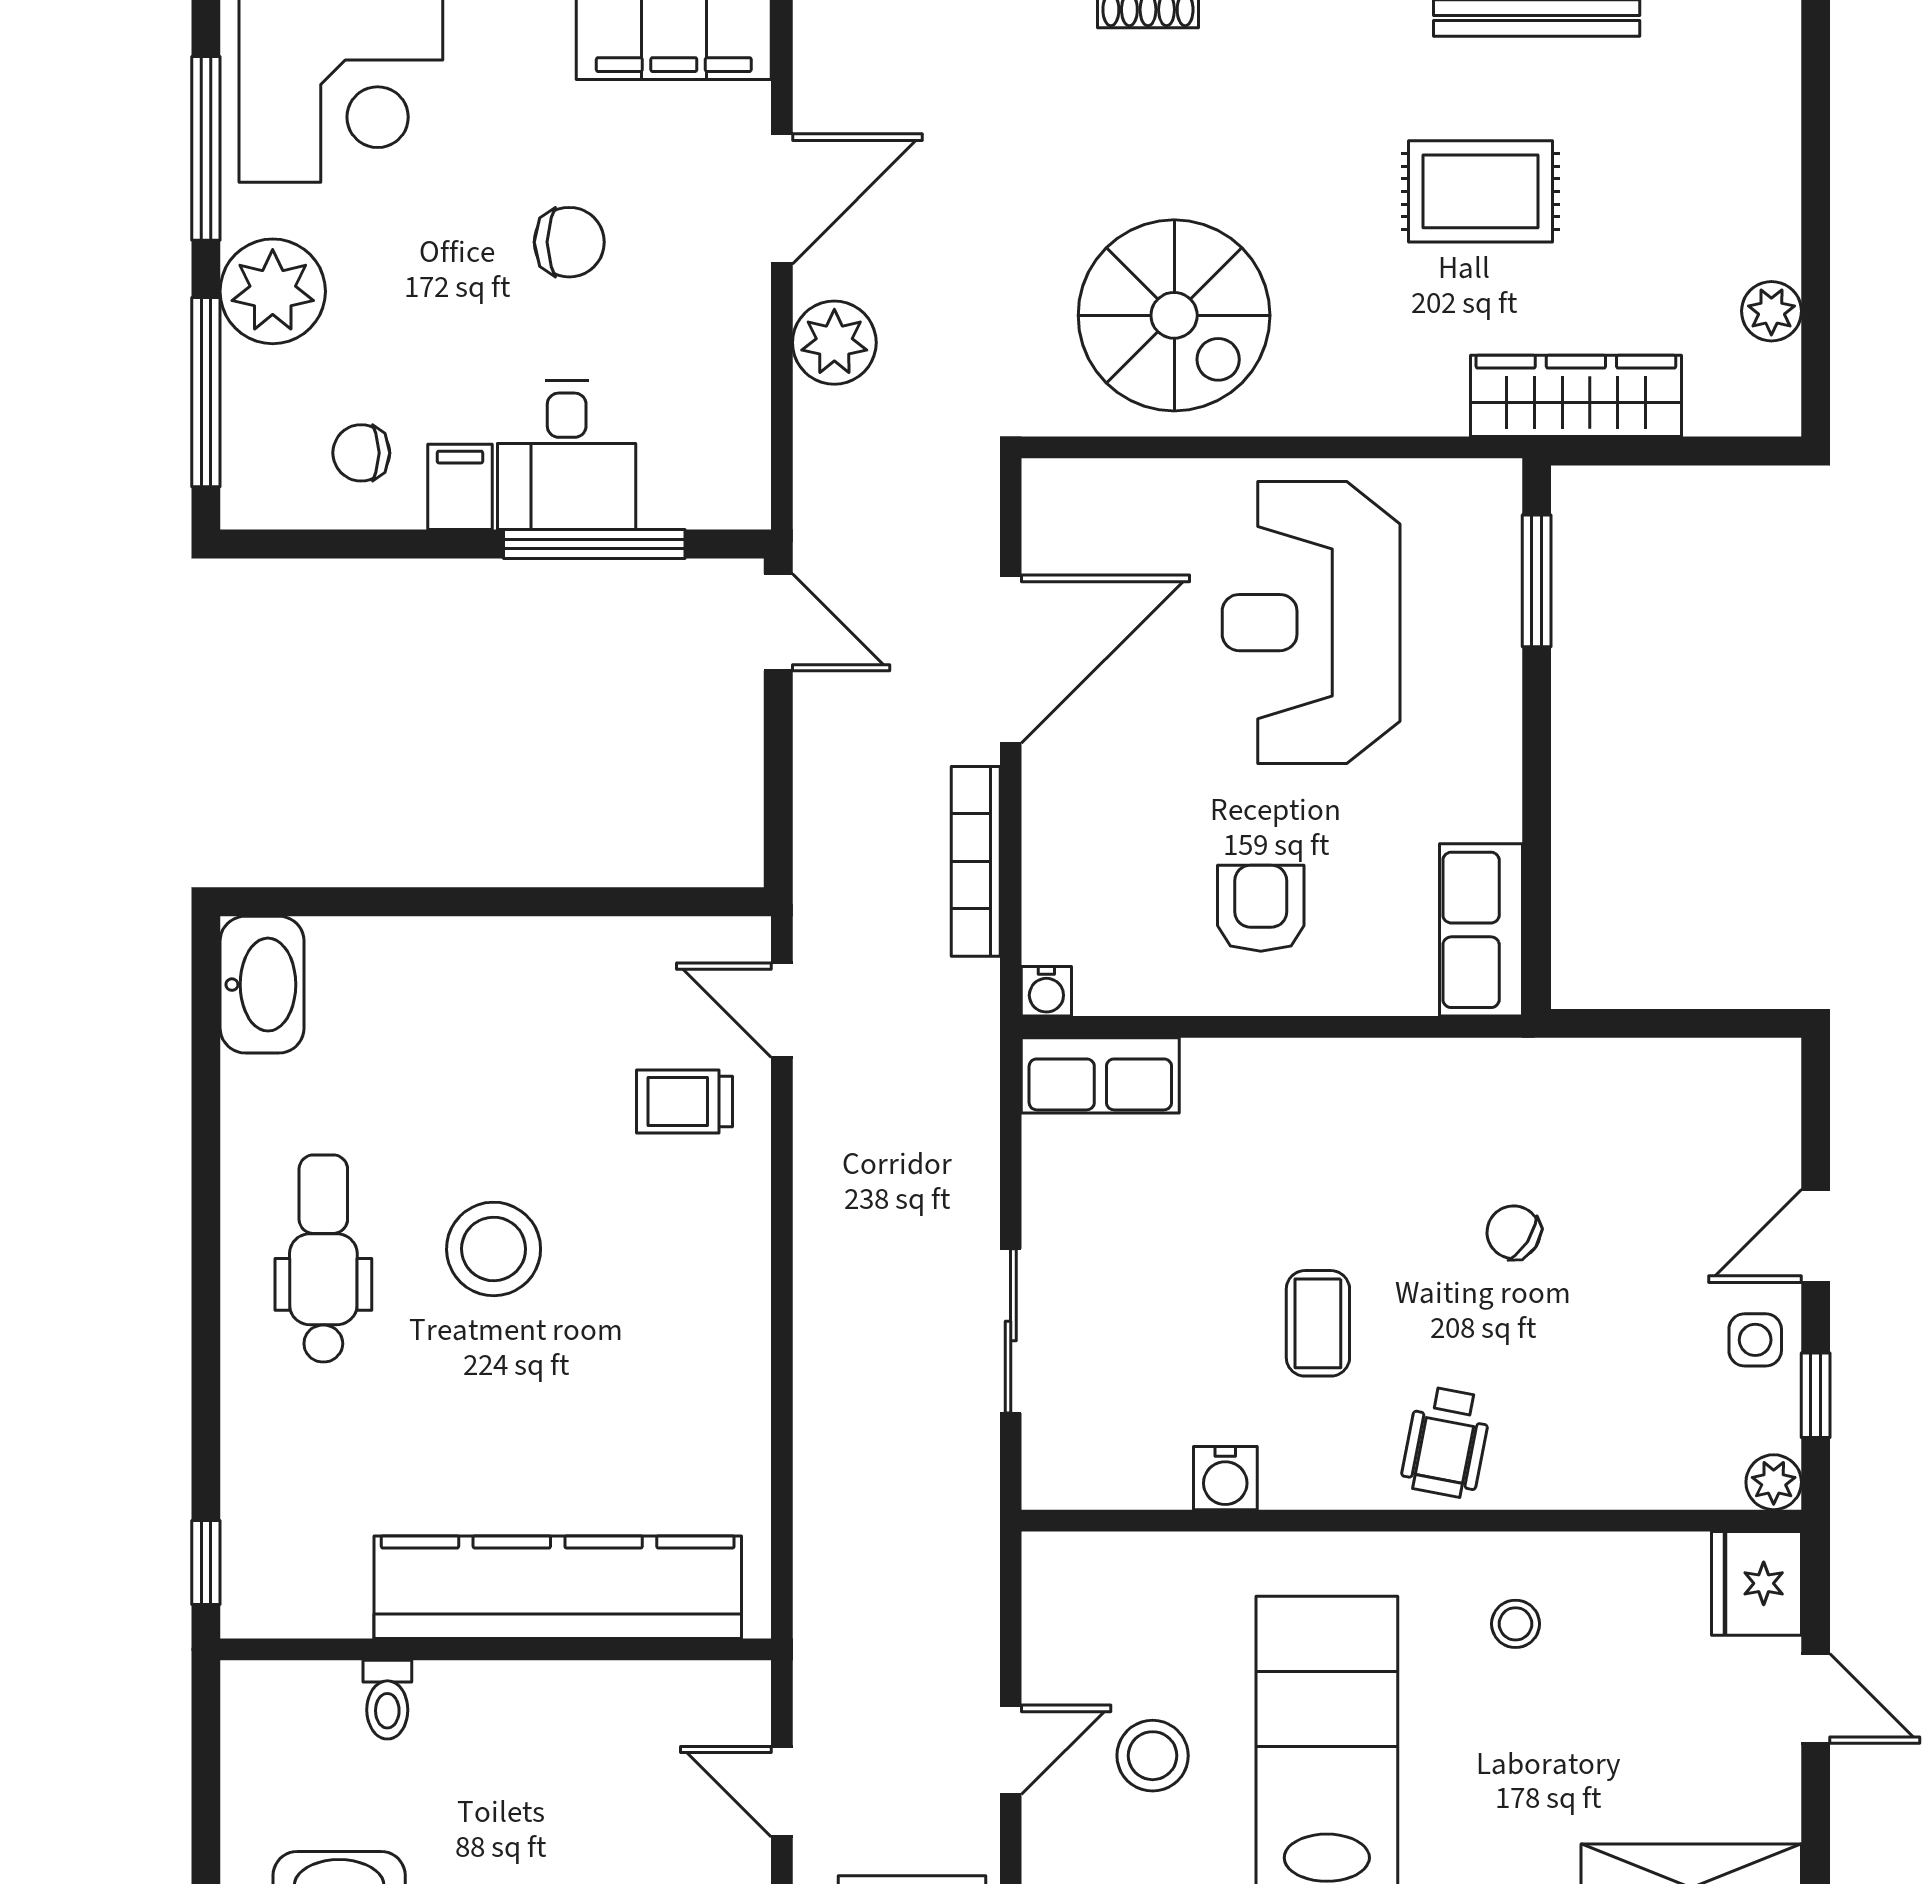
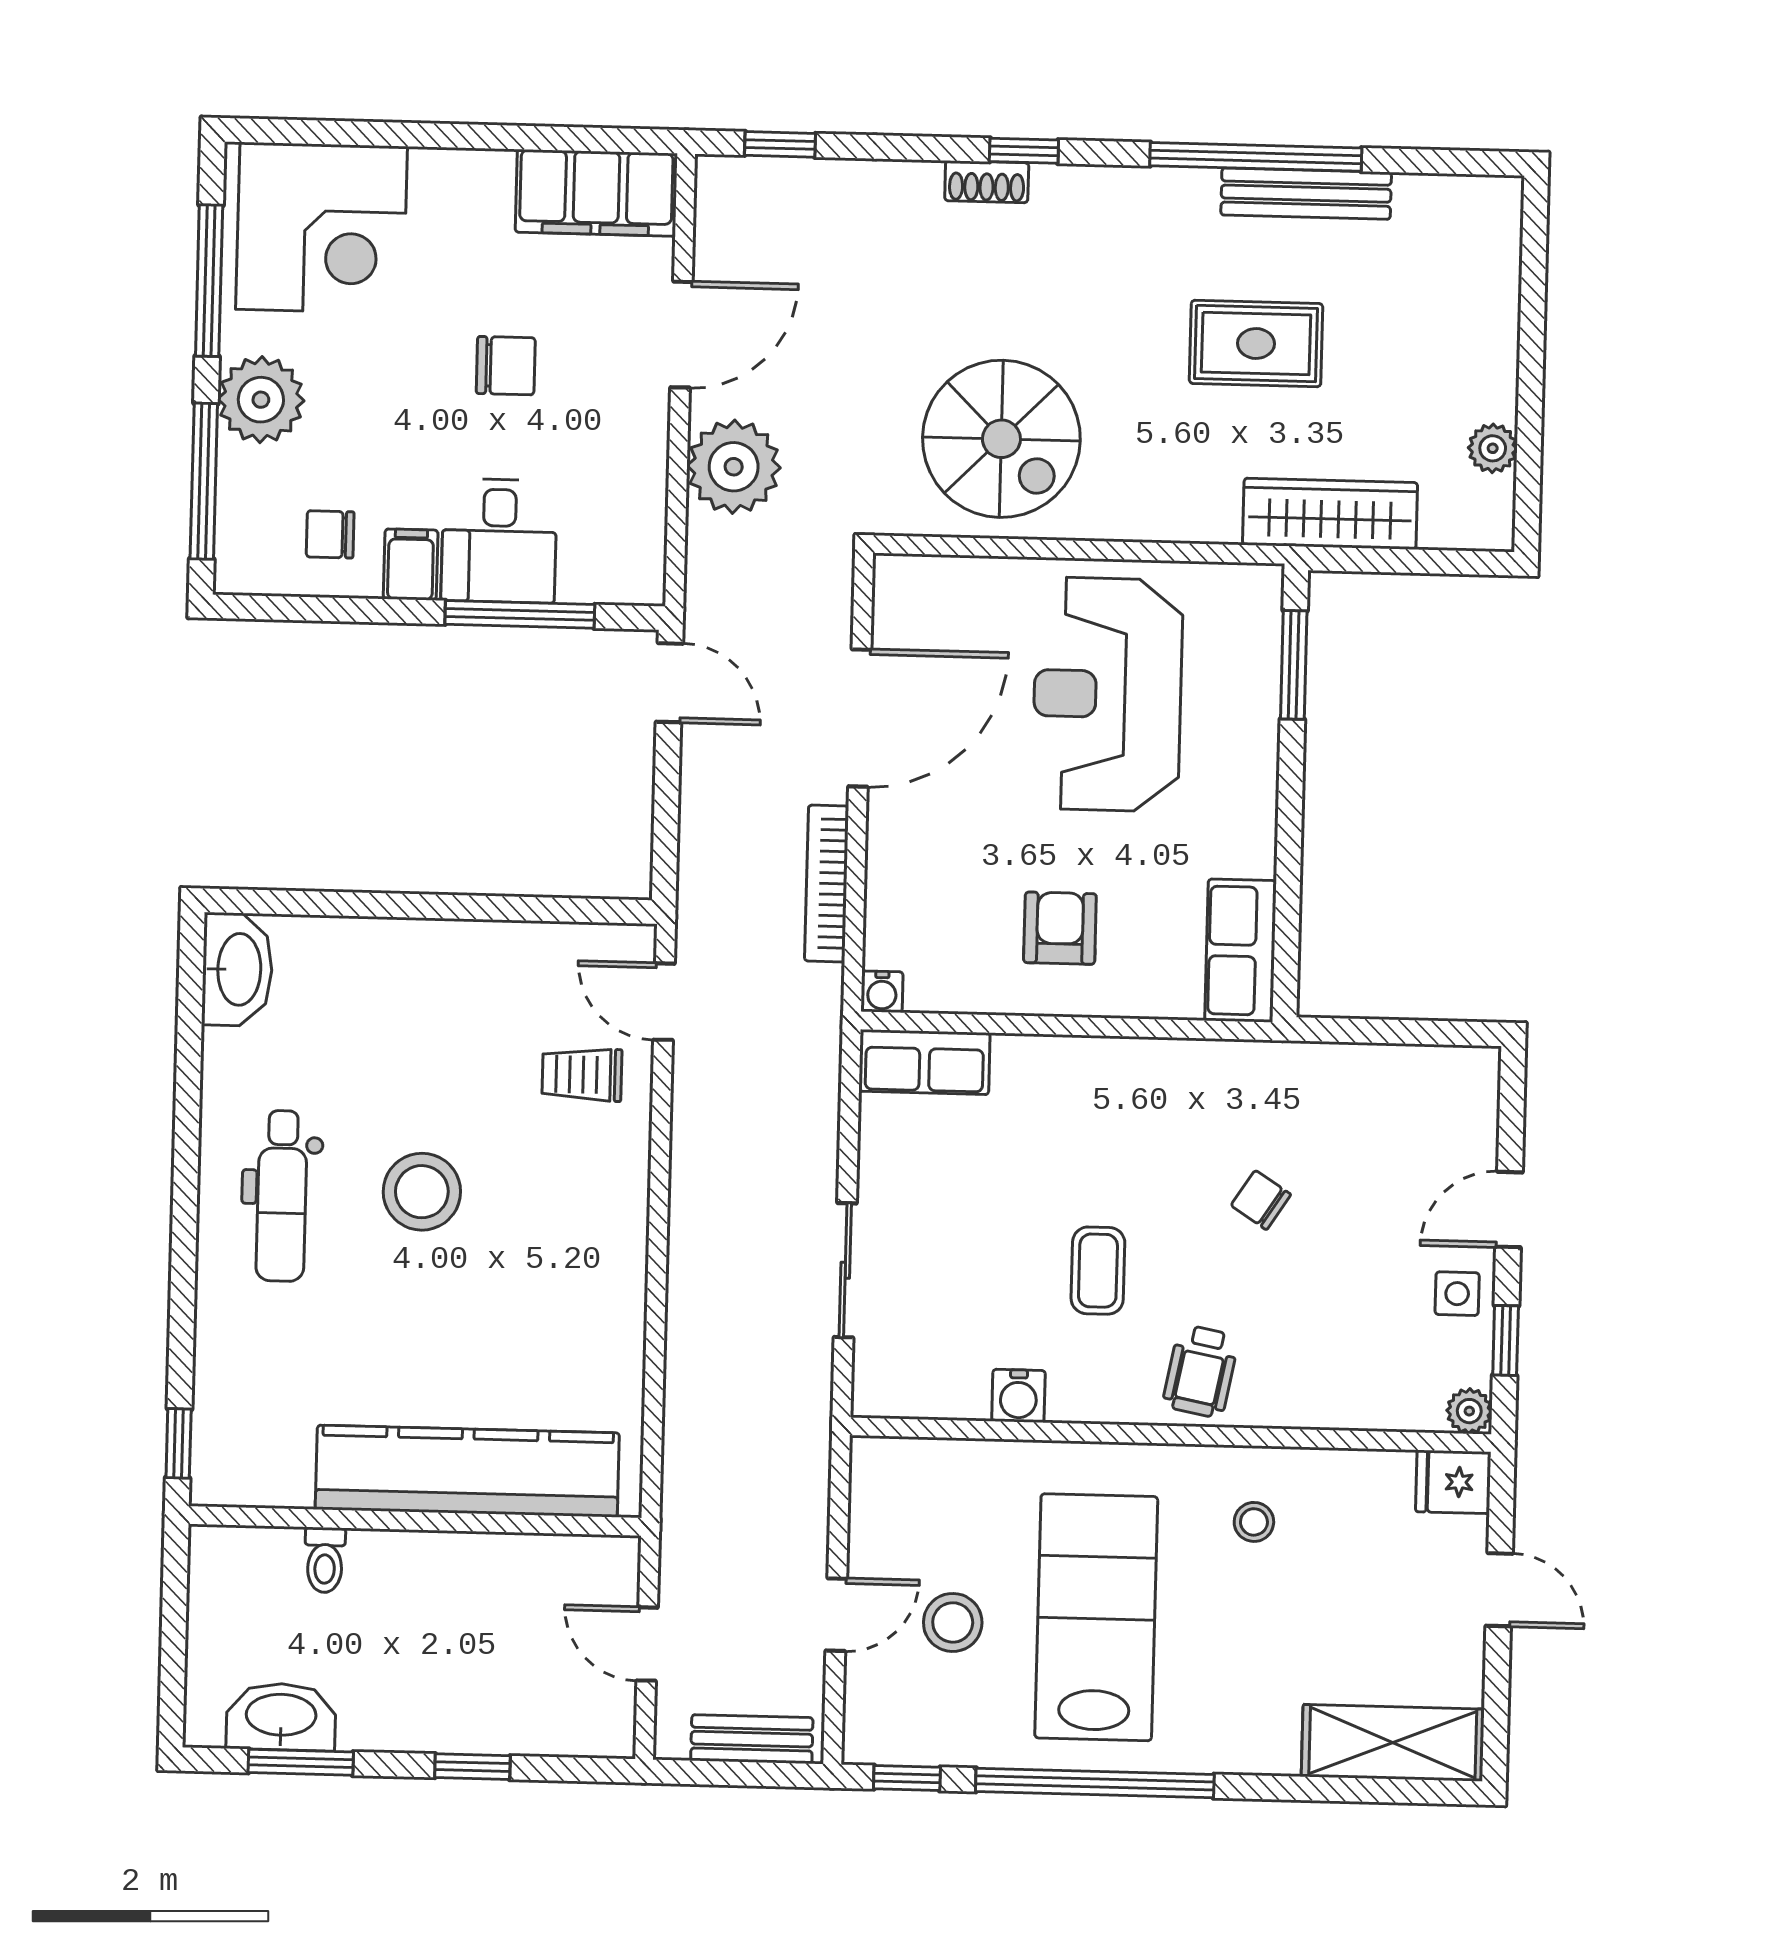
plant: (834, 343) -> (734, 467), width x1.36, depth x1.36
dental chair: (323, 1258) -> (282, 1196), turned 180
fridge: (1756, 1583) -> (1453, 1482), width x0.72

